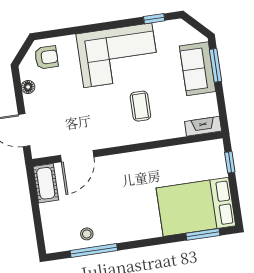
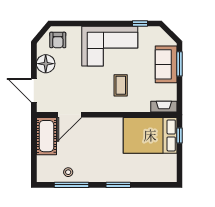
armchair: (46, 57) -> (58, 40), turned 90
floor lamp: (28, 87) -> (46, 64), width x1.89, depth x1.89
cot: (46, 183) -> (46, 136), width x1.37, depth x1.34
bed: (196, 207) -> (150, 135), moved
window: (203, 234) -> (118, 185), moved

